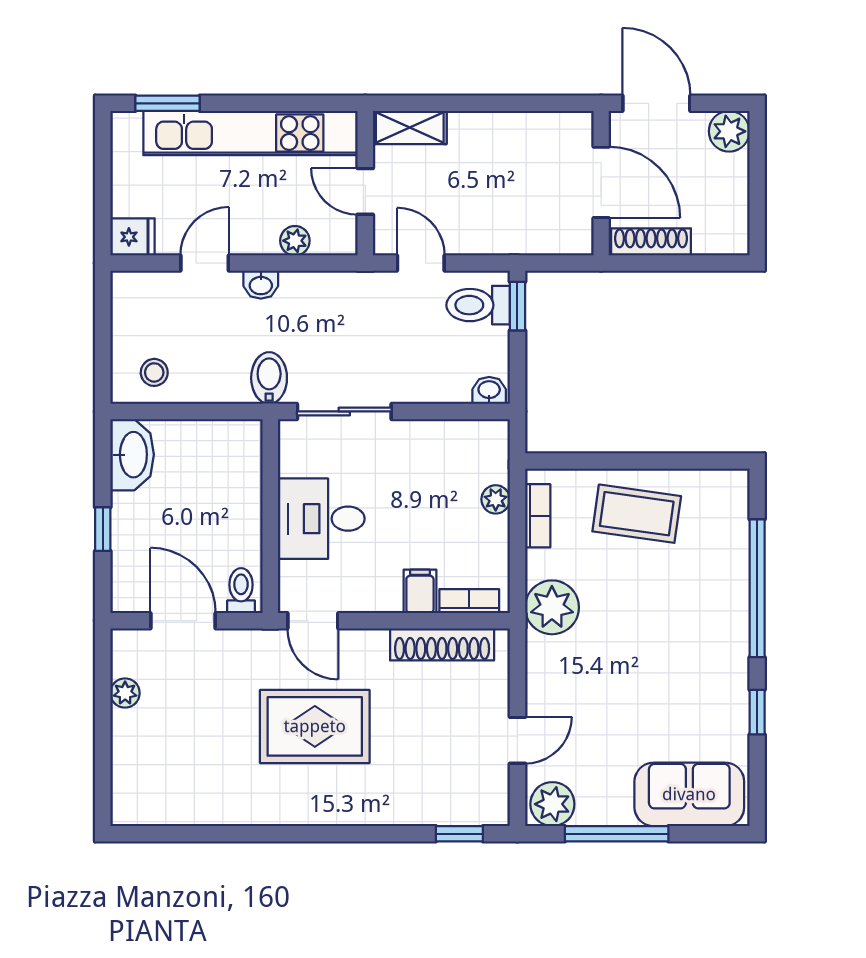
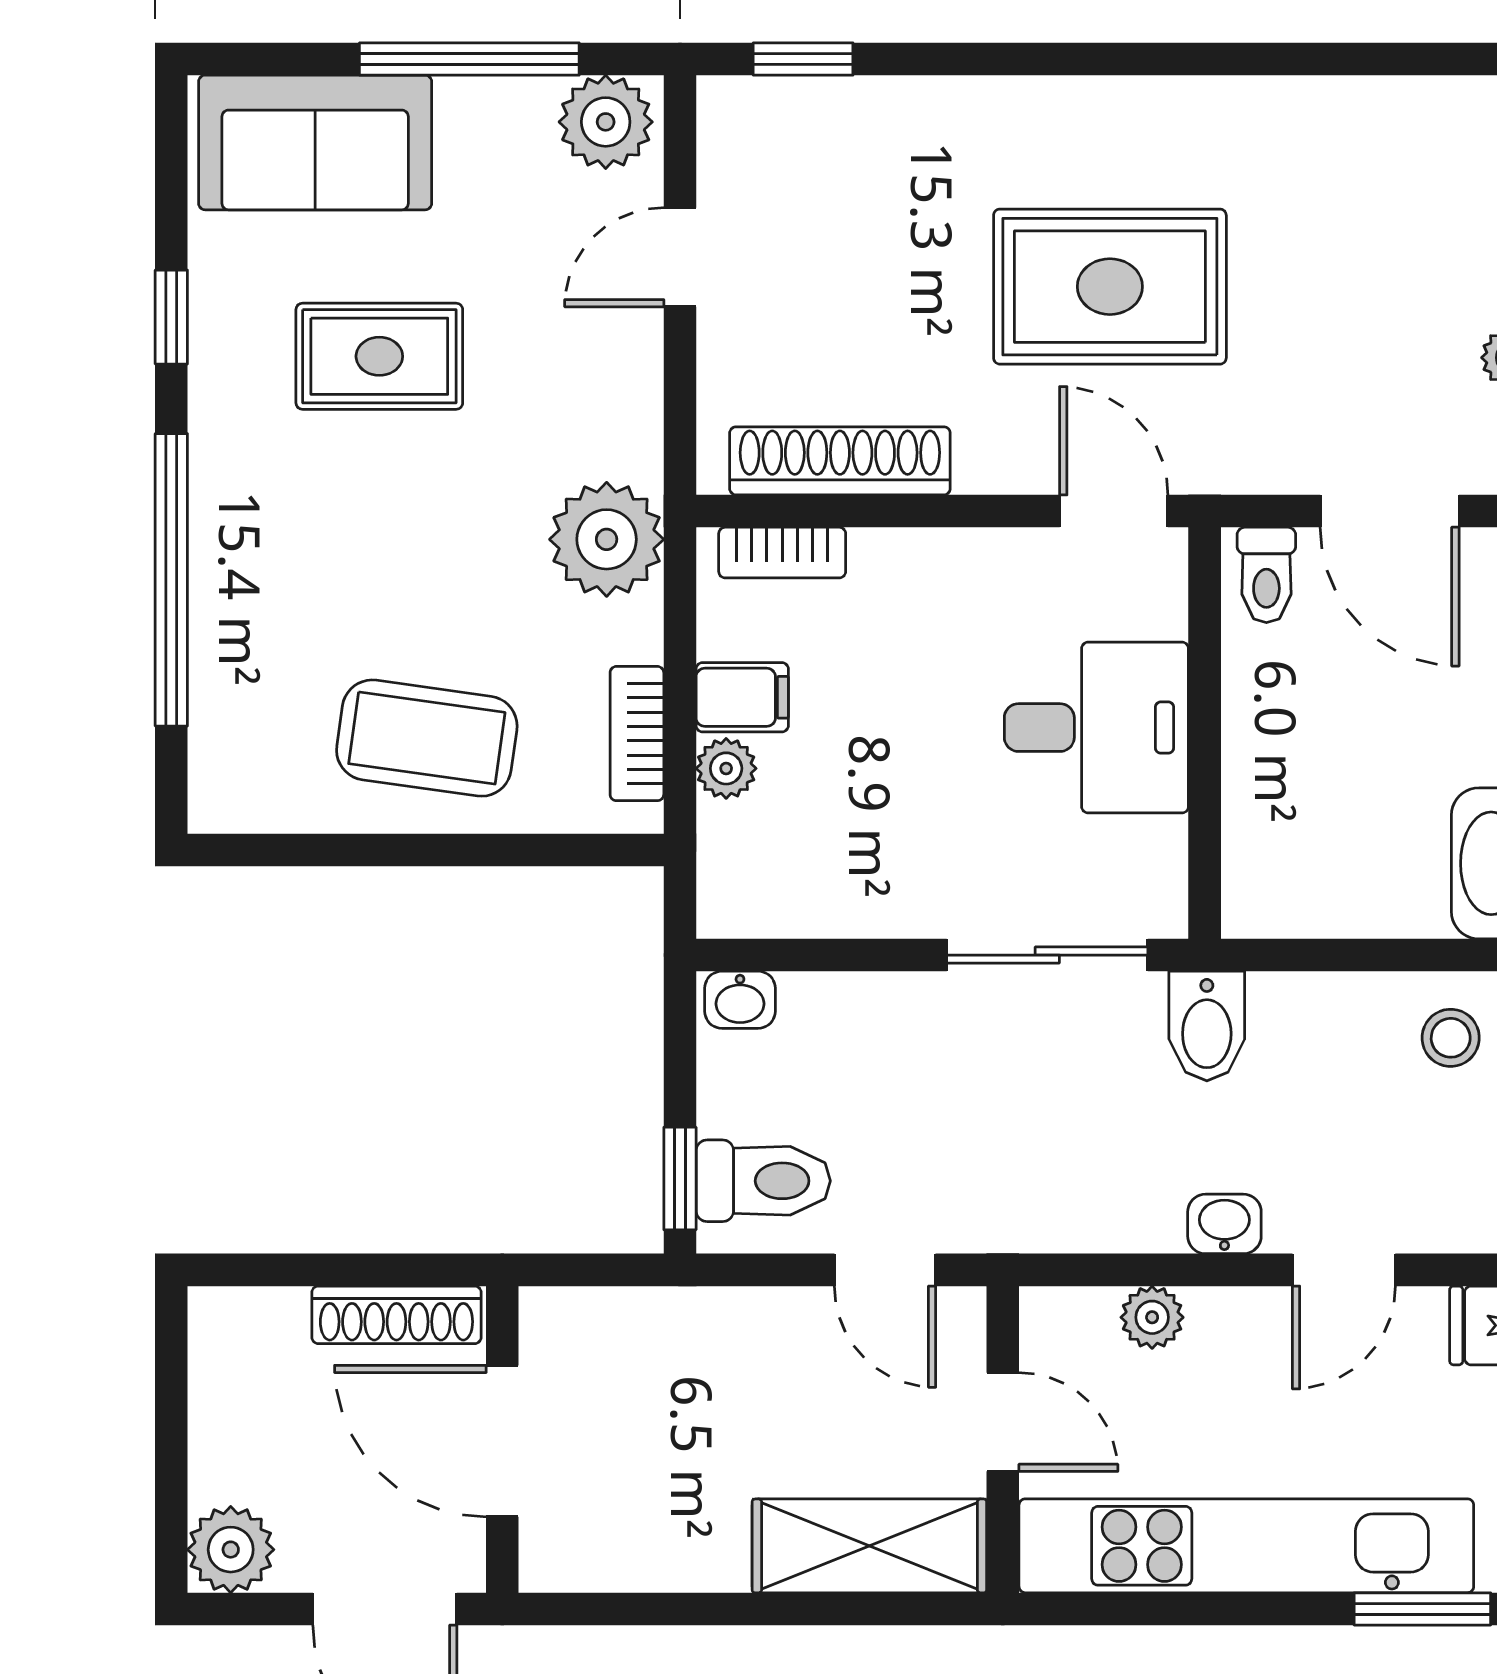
shelving: (410, 127) -> (869, 1546), width x1.50, depth x1.33
filing cabinet: (420, 591) -> (742, 697), moved, turned -90
rug: (659, 694) -> (379, 356), added

